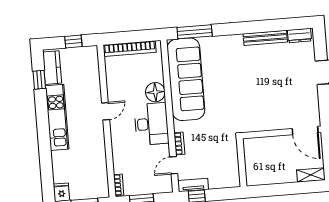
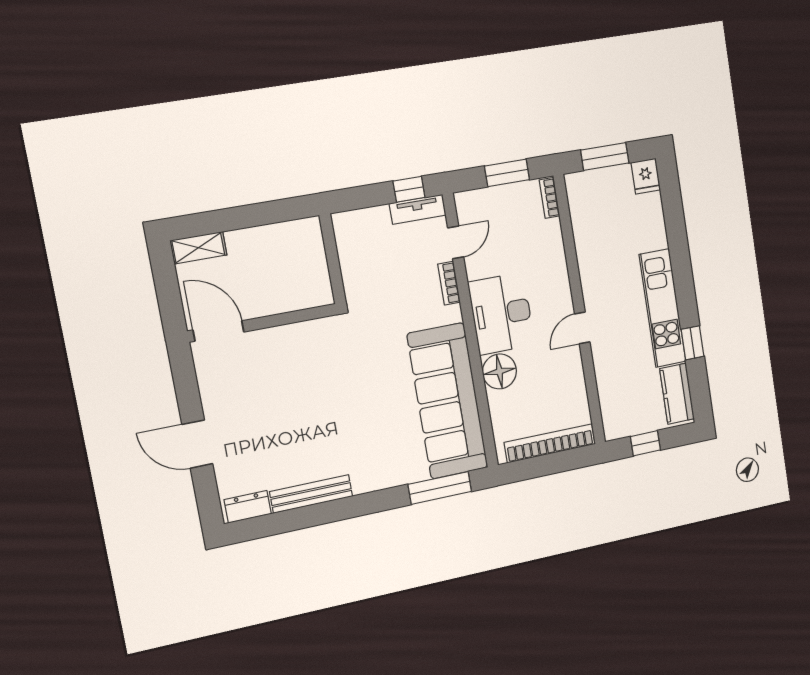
window: (39, 80) -> (692, 343), moved

